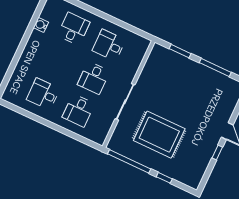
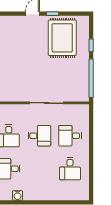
desk: (78, 110) -> (70, 136), turned 180
rug: (159, 135) -> (62, 38), moved

